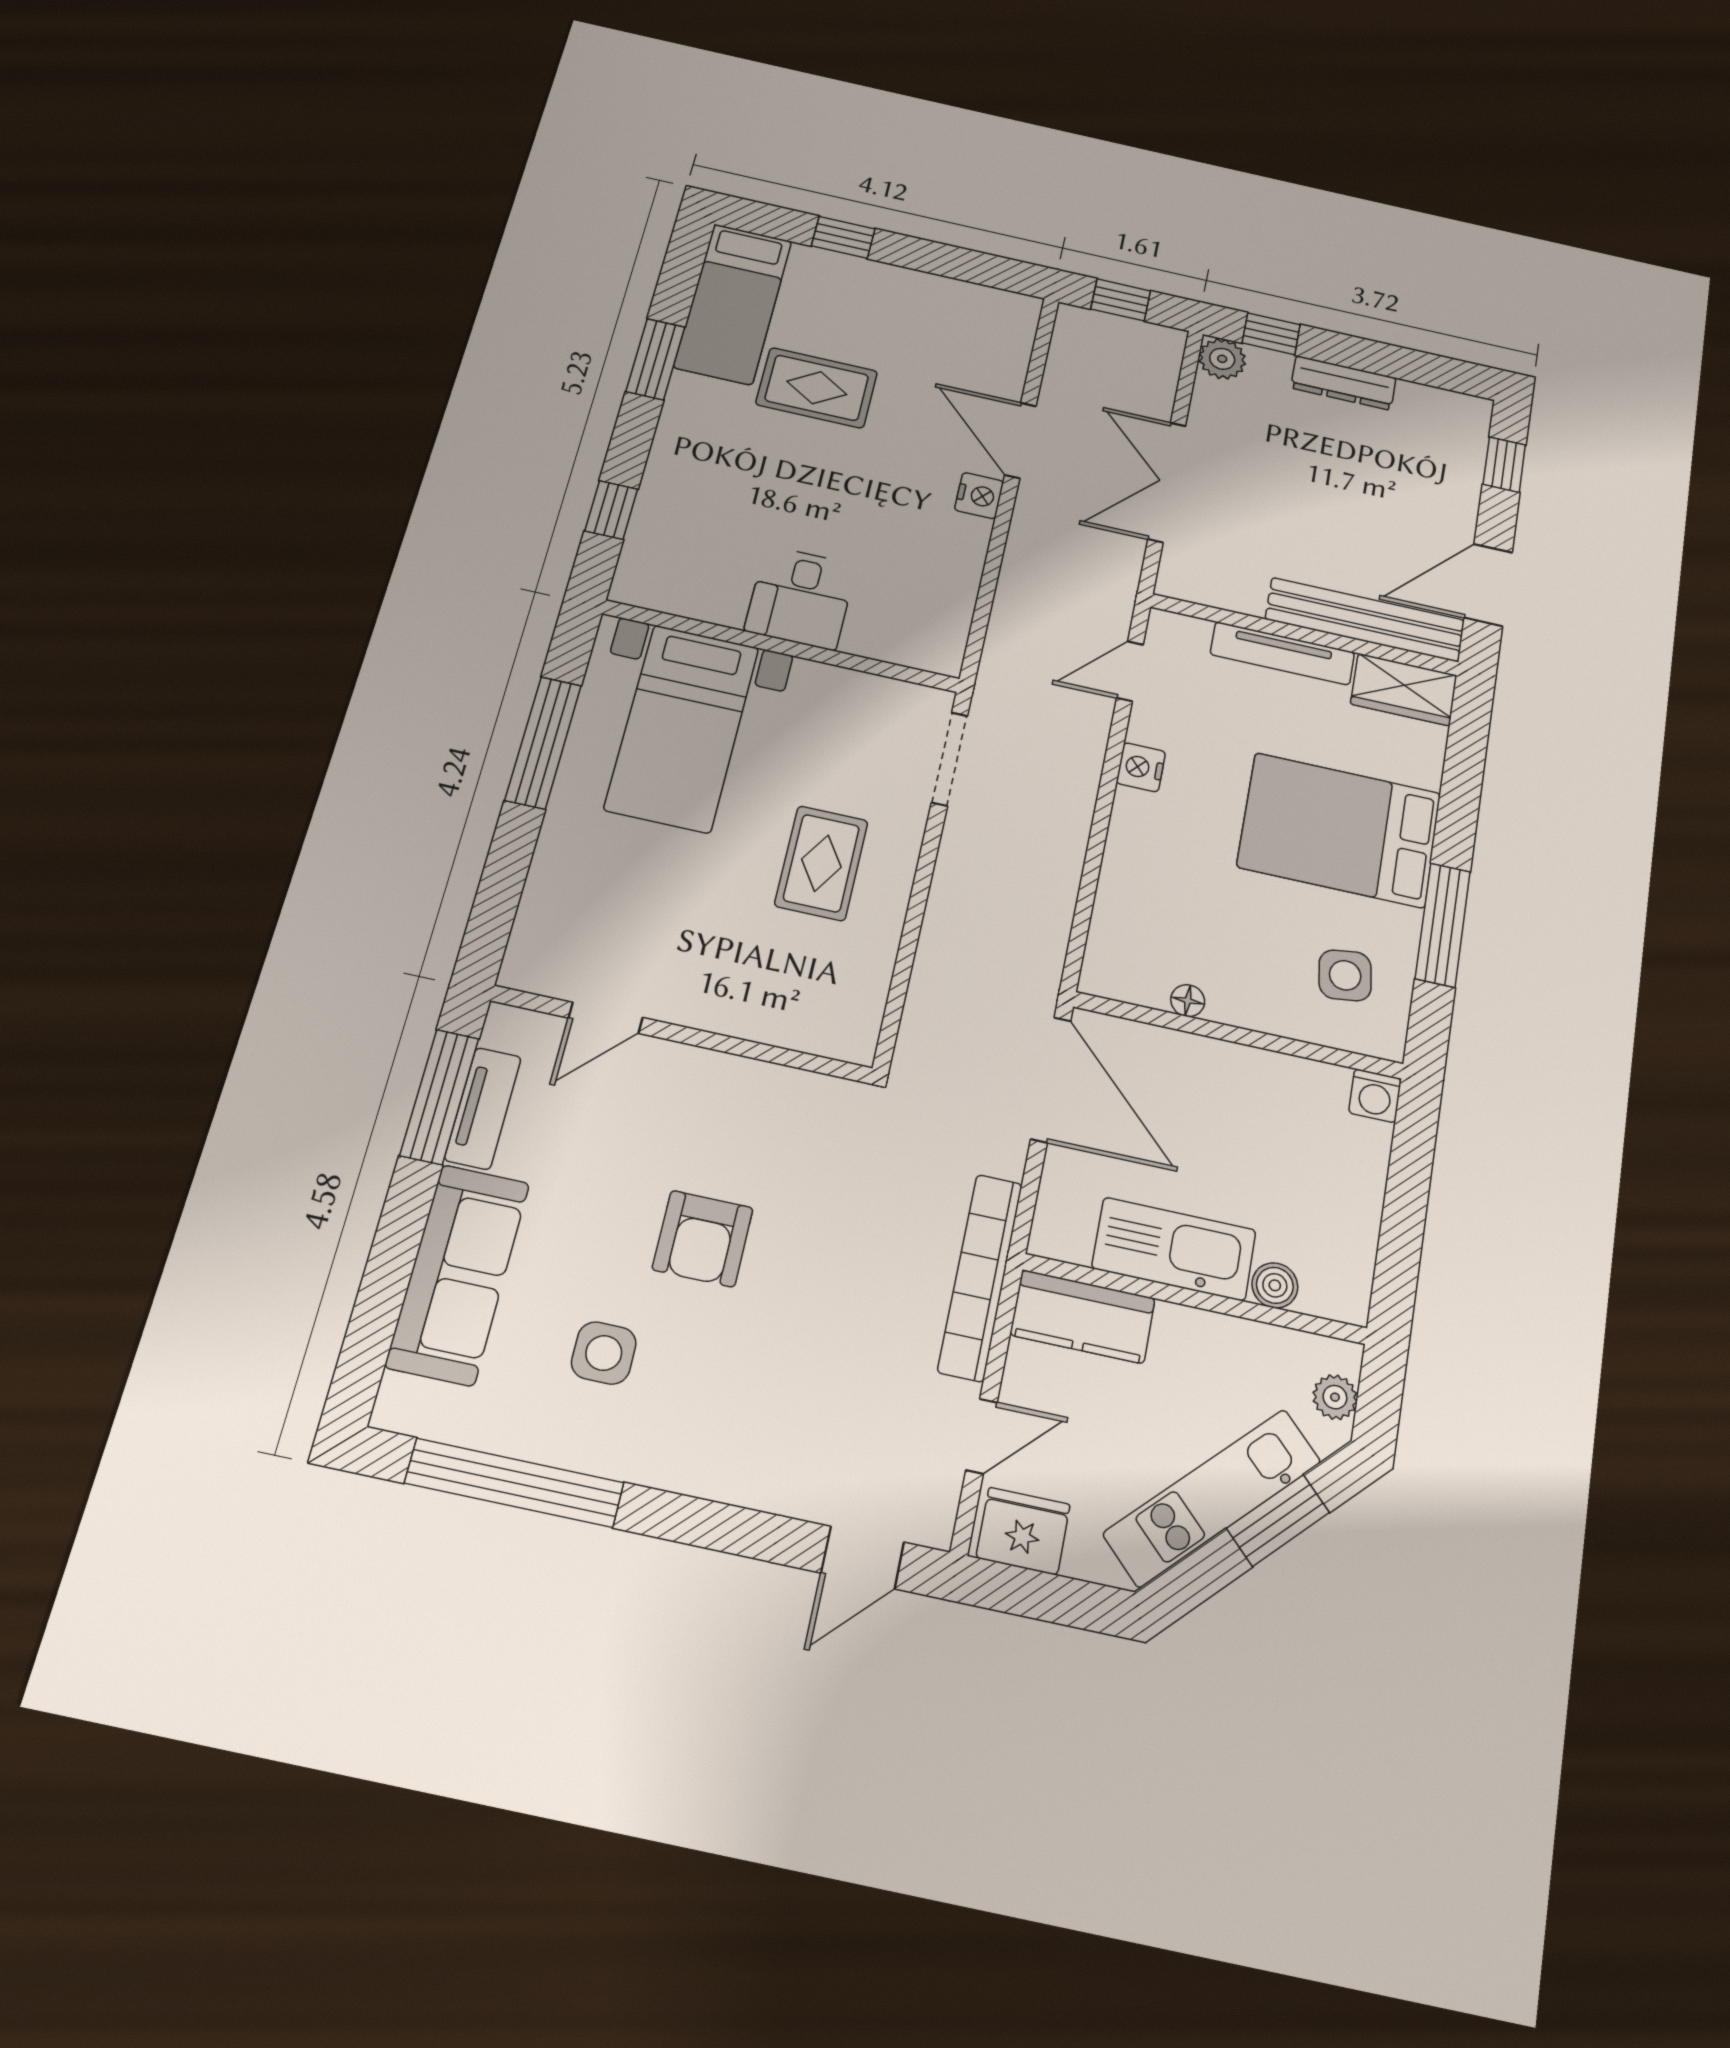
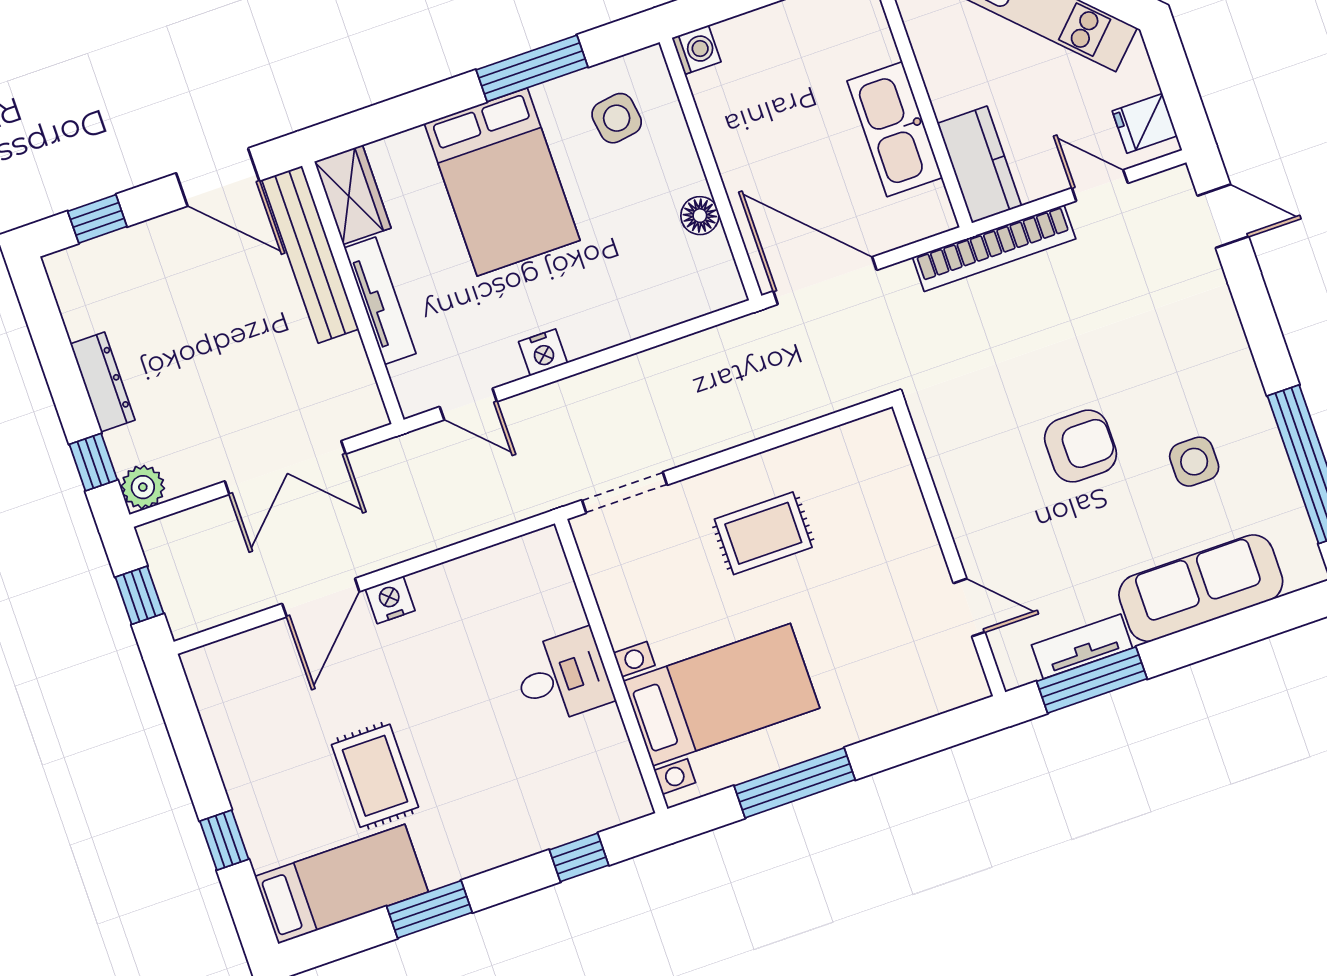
floor lamp: (1188, 1001) -> (700, 216), width x1.37, depth x1.37
door: (1051, 1080) -> (825, 281), hinge flipped
boiler: (1275, 1285) -> (878, 47), removed
fridge: (1023, 1531) -> (1145, 123), width x0.72

